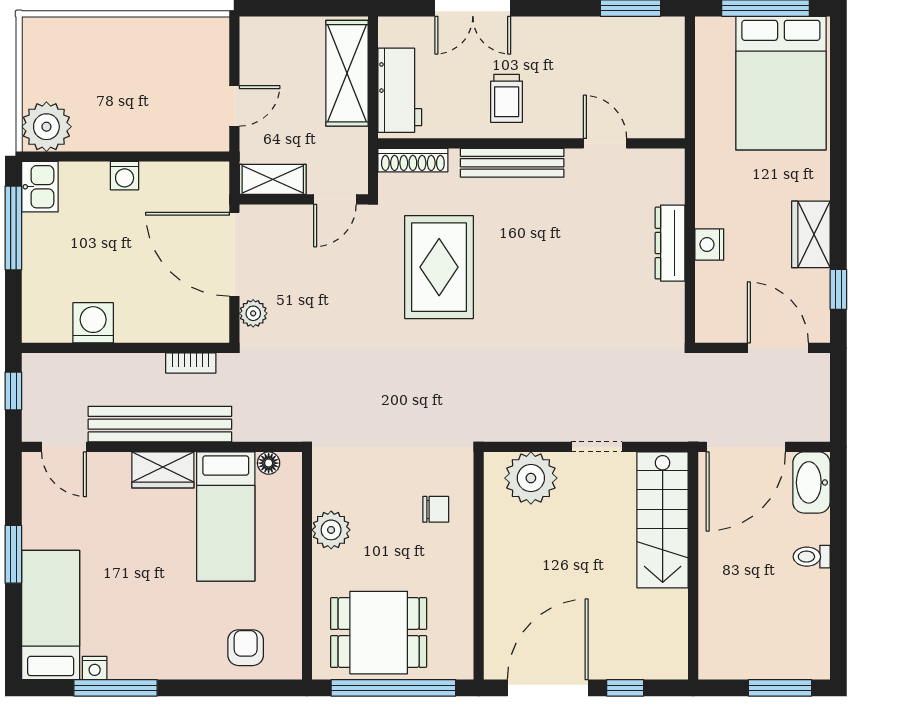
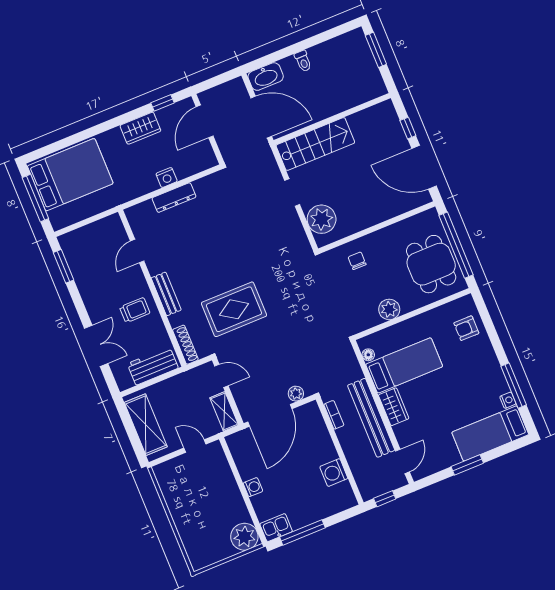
shelving: (347, 73) -> (146, 425), moved, turned 90
bench: (512, 163) -> (166, 294), width x0.73

